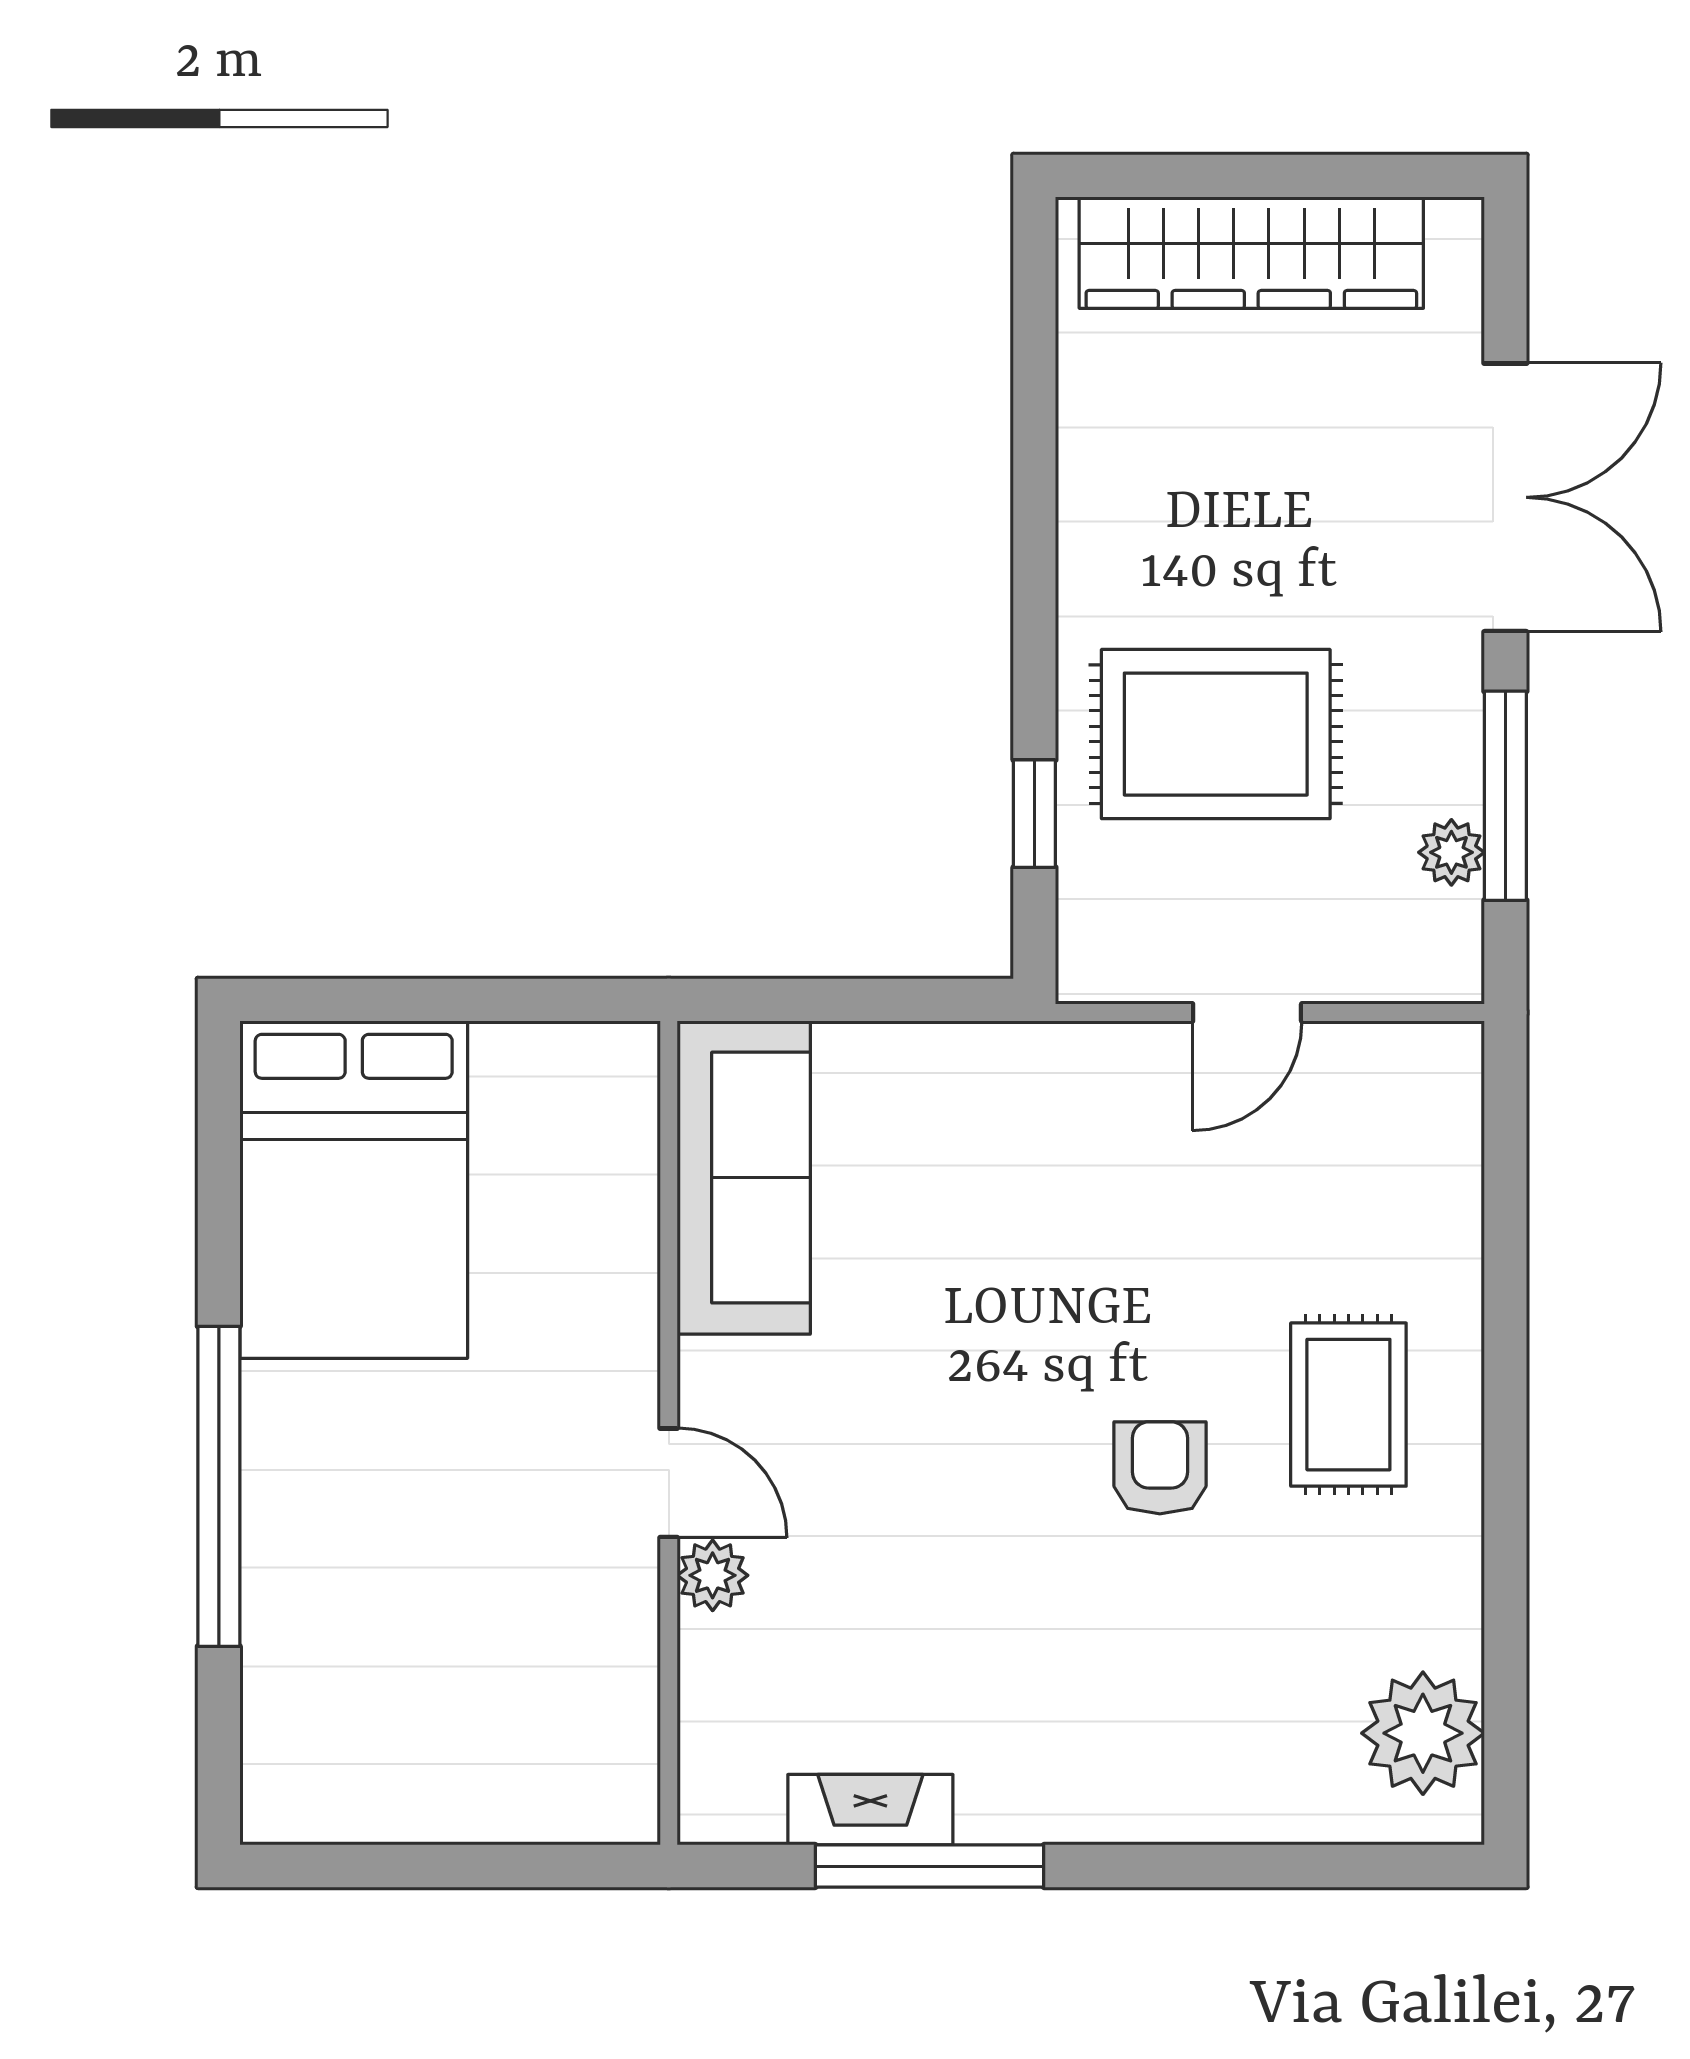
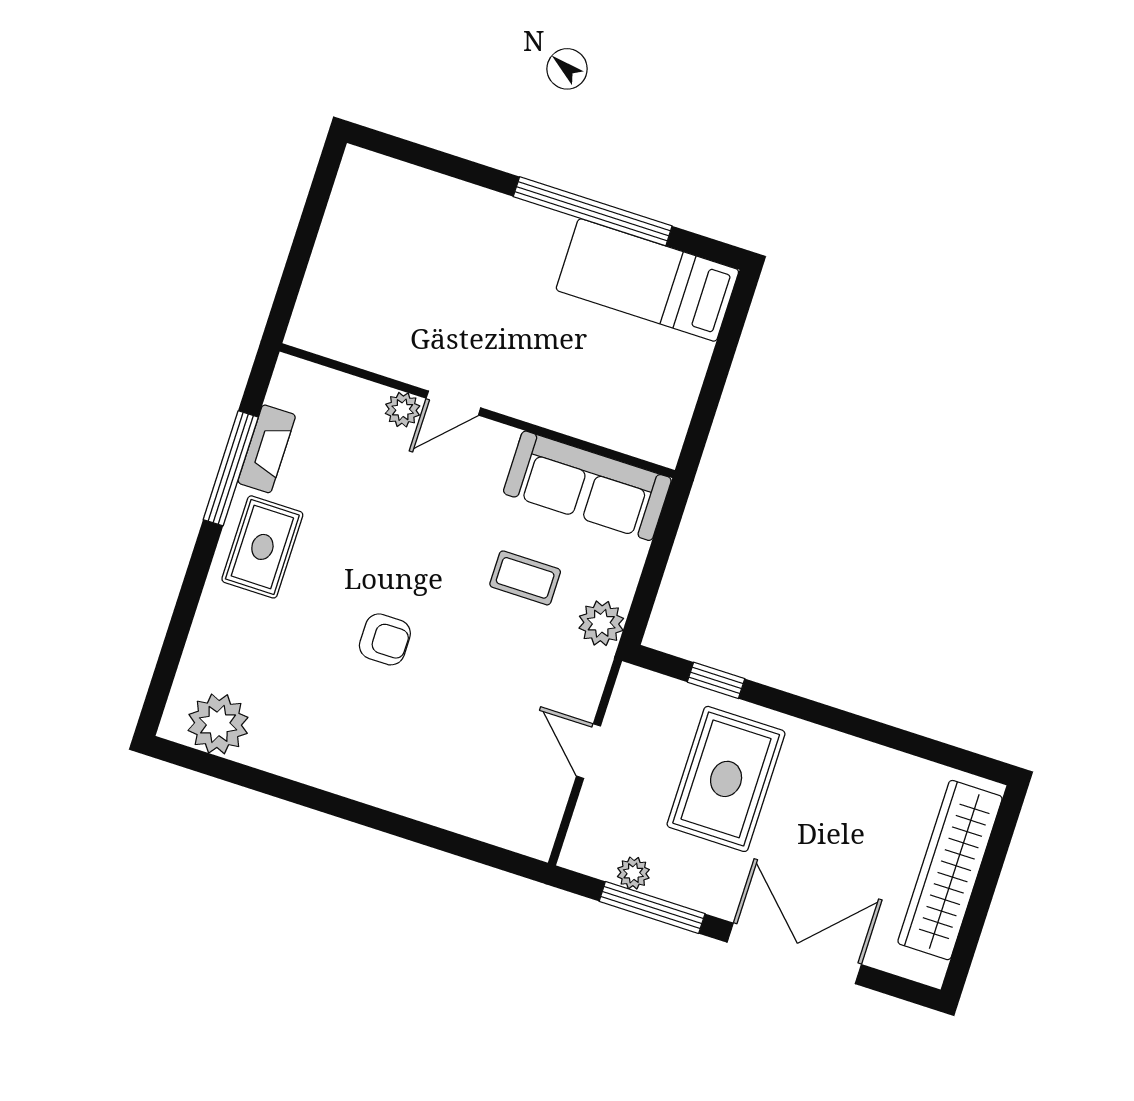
double door: (1505, 497) -> (794, 953), swing flipped
plant: (996, 1067) -> (601, 623), added
bed: (354, 1190) -> (647, 280), width x0.67
coffee table: (957, 1239) -> (525, 578), added
rug: (1348, 1405) -> (262, 547), moved, turned 90
window: (219, 1486) -> (593, 211), moved

